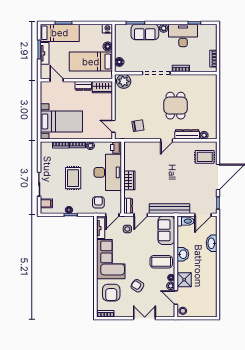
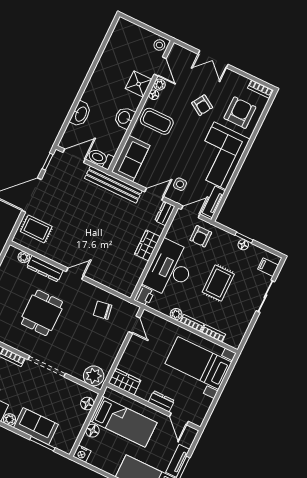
dresser: (83, 86) -> (161, 401), moved

